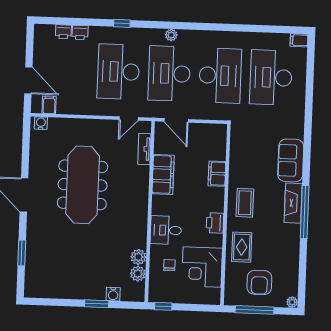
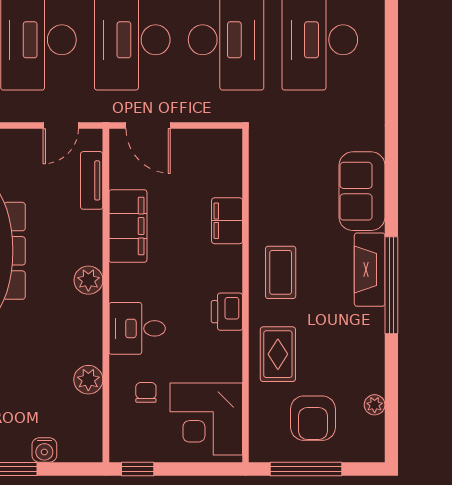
corner desk: (202, 267) -> (206, 419), moved
plant: (138, 274) -> (88, 280), moved
plant: (292, 302) -> (375, 405), moved

